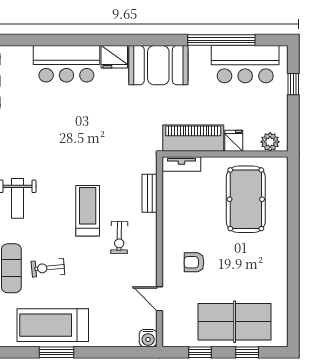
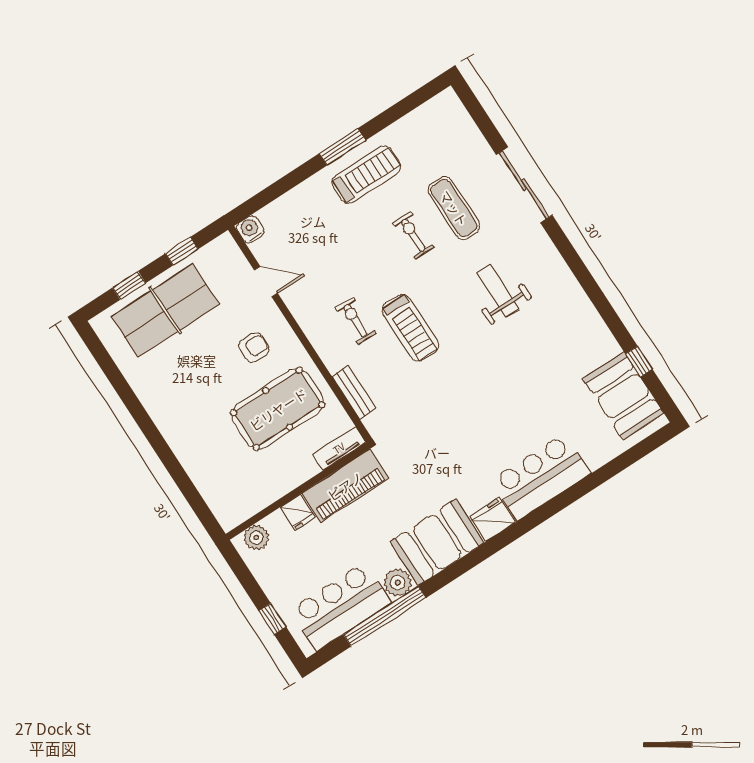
plant: (200, 56) -> (398, 583), added
pool table: (246, 199) -> (278, 409), moved, turned 90
exercise bike: (48, 268) -> (413, 235), turned -85
treadmill: (53, 325) -> (366, 174), width x0.73, depth x0.73

